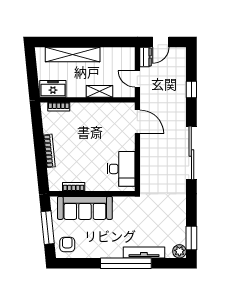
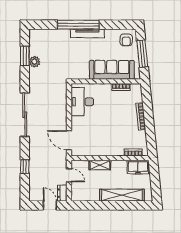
door: (161, 42) -> (50, 205), hinge flipped
window: (191, 238) -> (25, 56), moved
plant: (179, 251) -> (34, 62), moved
tv unit: (144, 252) -> (87, 33), moved

